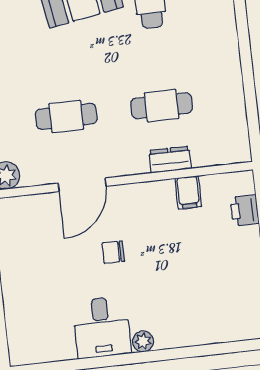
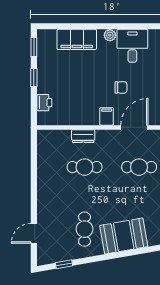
filing cabinet: (188, 192) -> (107, 116), moved
filing cabinet: (200, 328) -> (77, 39), added

